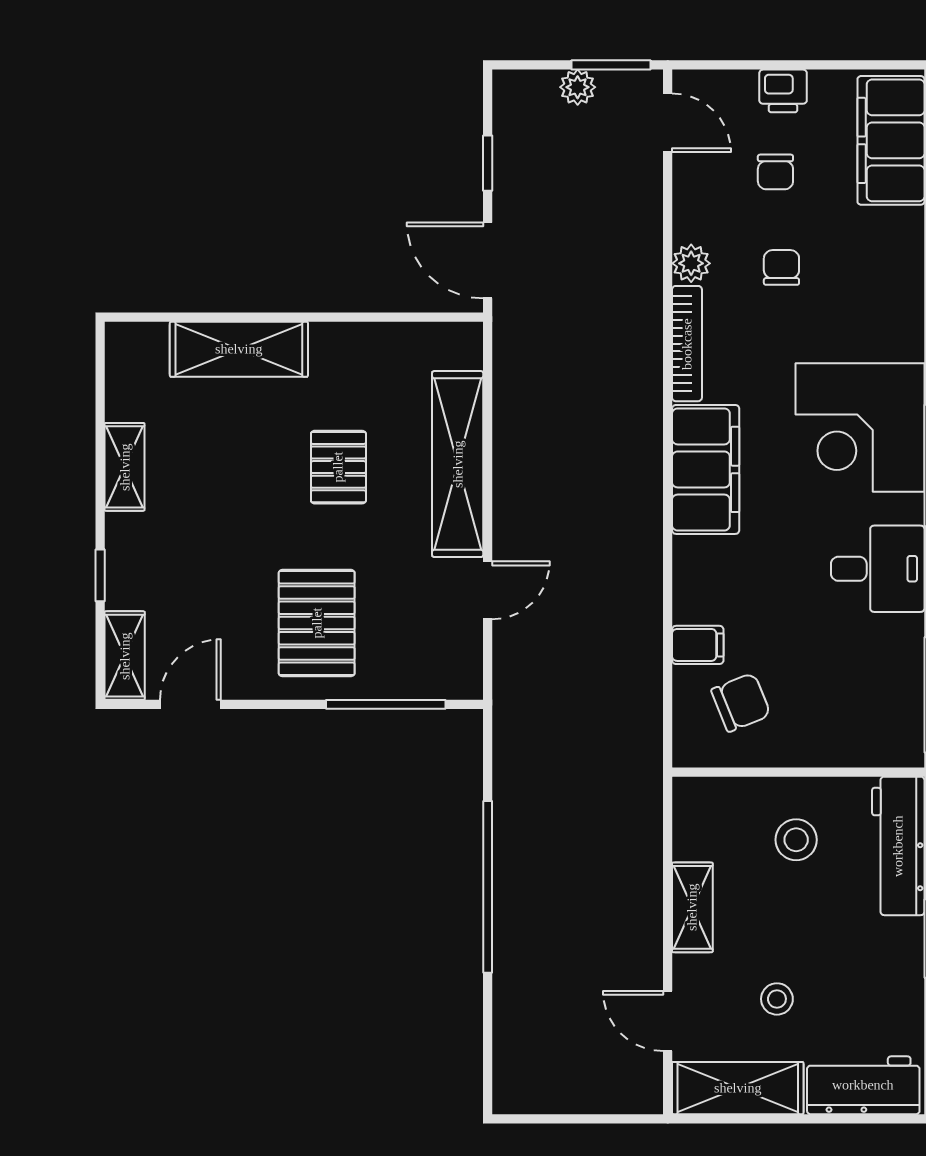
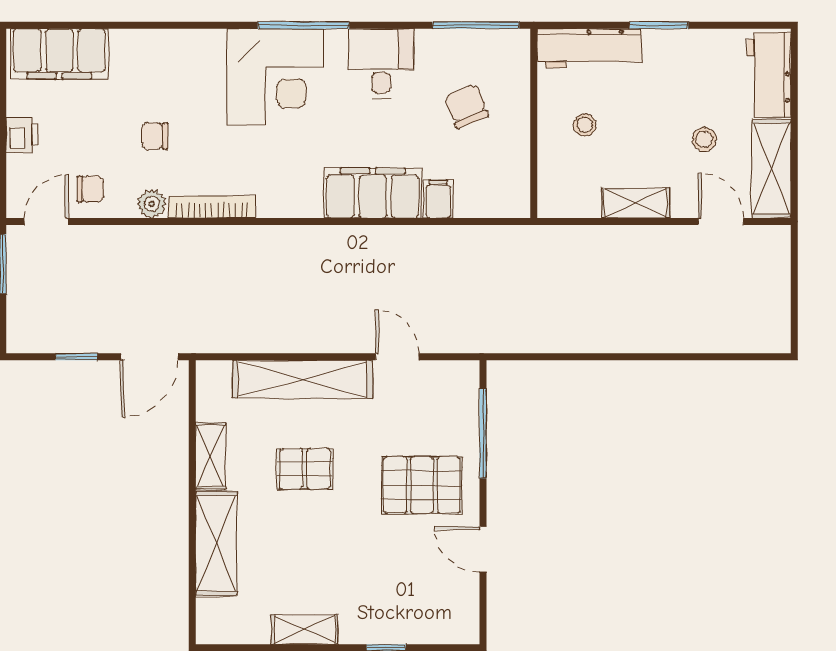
plant: (578, 87) -> (19, 289), removed
chair: (775, 172) -> (90, 189), moved
filing cabinet: (706, 469) -> (373, 193), moved
shelving: (125, 656) -> (211, 456), moved, turned 90
chair: (741, 702) -> (466, 106), moved
door: (190, 704) -> (483, 549), moved
stool: (796, 840) -> (585, 125), width x0.73, depth x0.73
window: (488, 887) -> (620, 357), removed
door: (668, 1021) -> (721, 221), swing flipped

